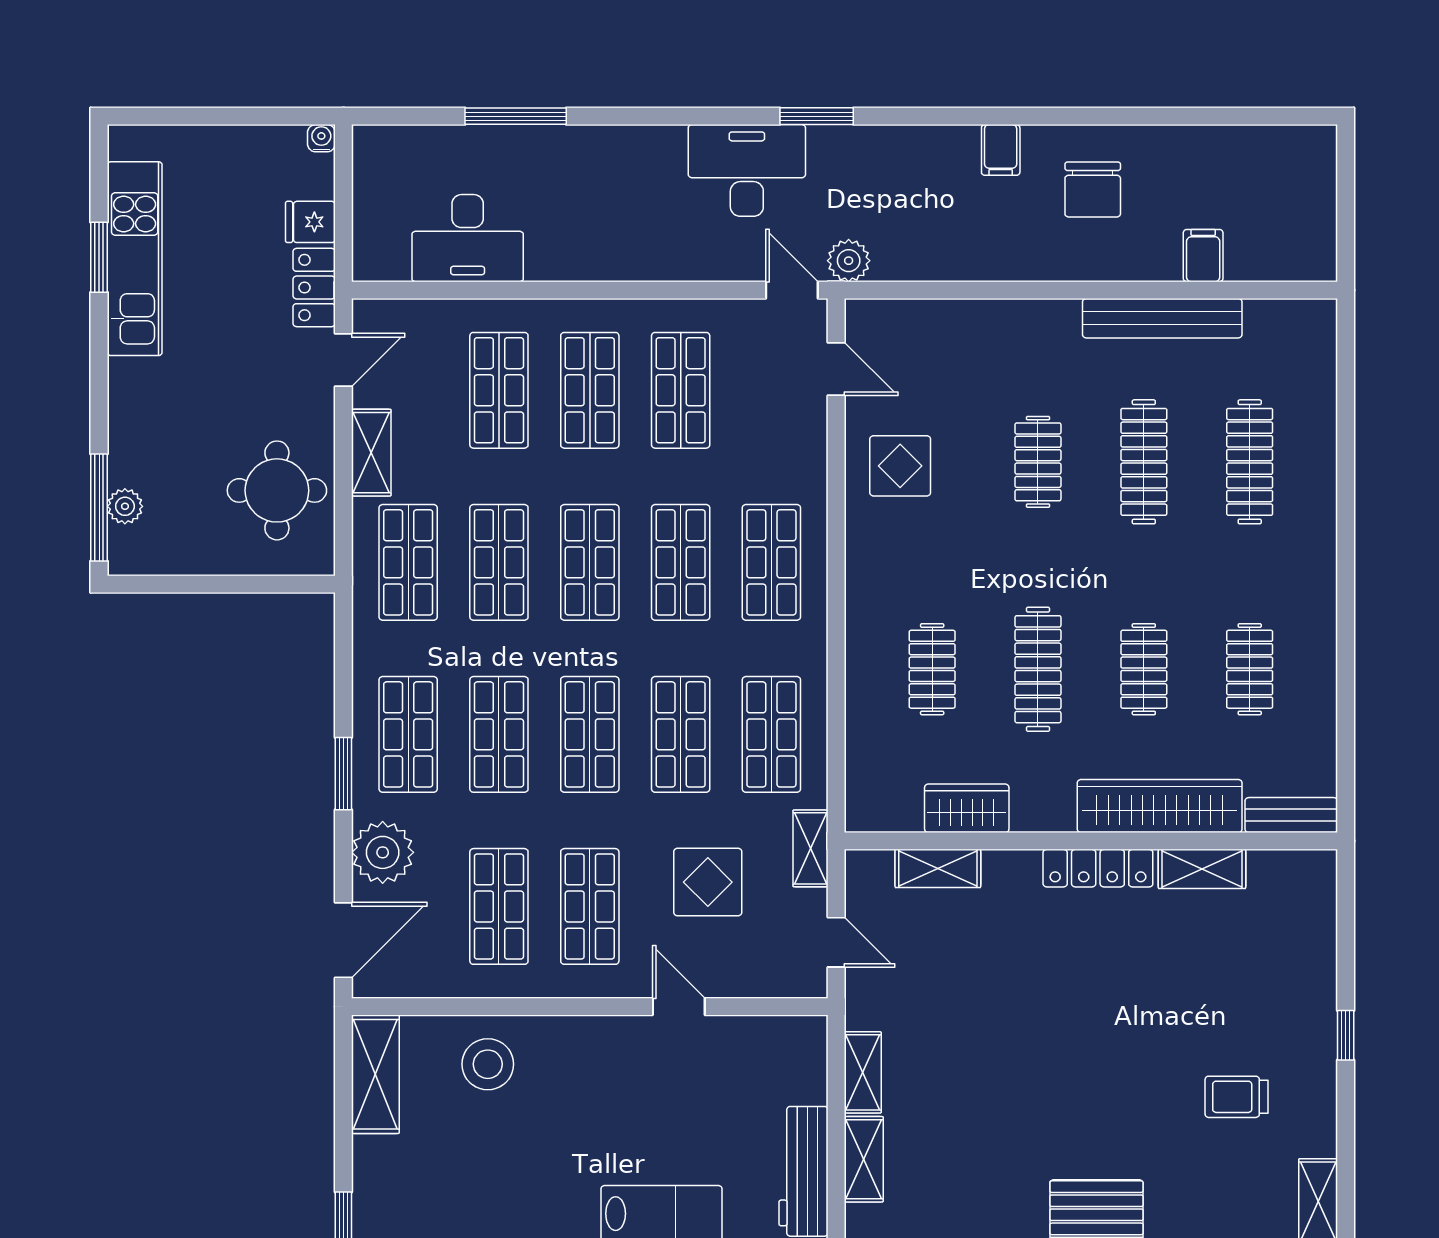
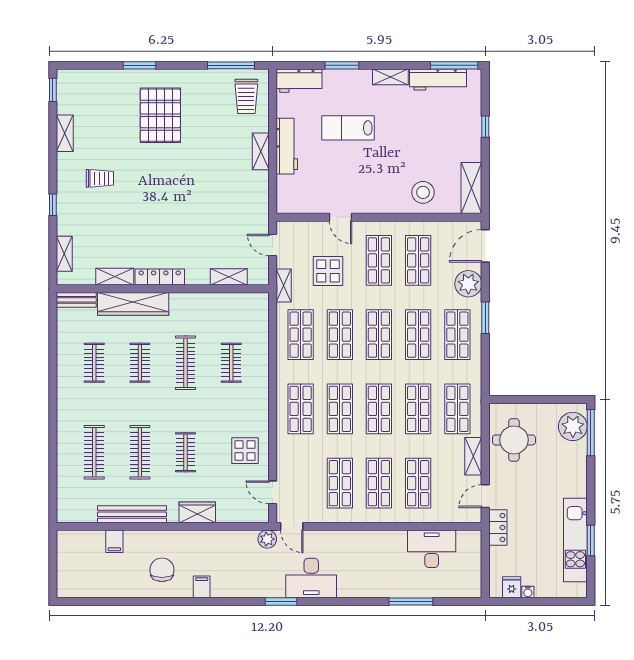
water cooler: (321, 138) -> (528, 592), moved
fridge: (310, 222) -> (512, 587), moved, turned -90
plant: (125, 506) -> (573, 426), width x1.87, depth x1.87
wardrobe: (967, 808) -> (197, 512), moved, turned 180
shelving: (863, 1072) -> (64, 254), moved

